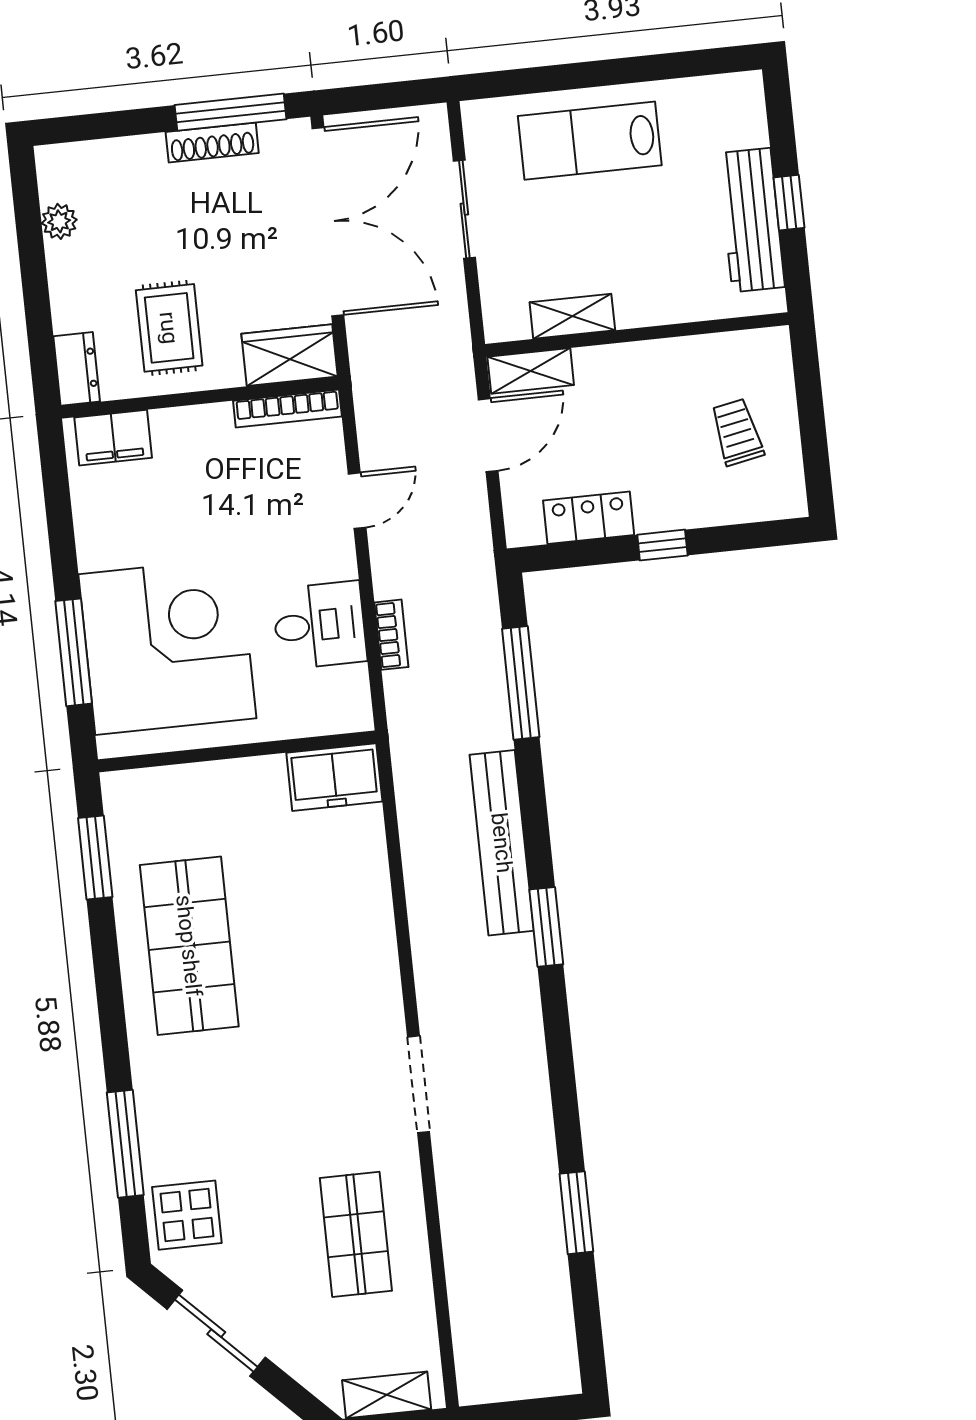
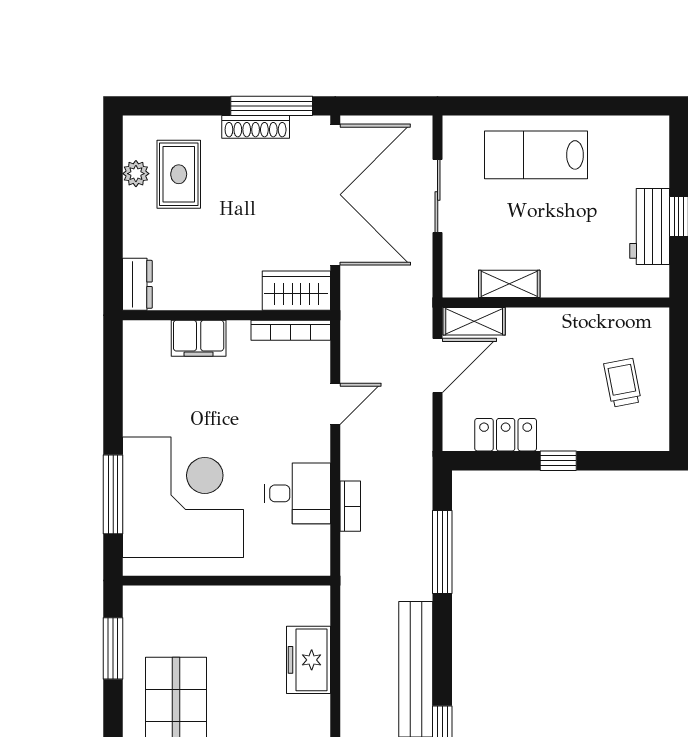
workbench: (751, 220) -> (650, 227), width x0.73
rug: (169, 328) -> (179, 174), moved
filing cabinet: (113, 438) -> (199, 338), moved
freezer: (334, 777) -> (309, 660), moved, turned 90

